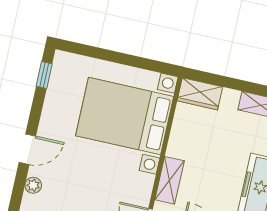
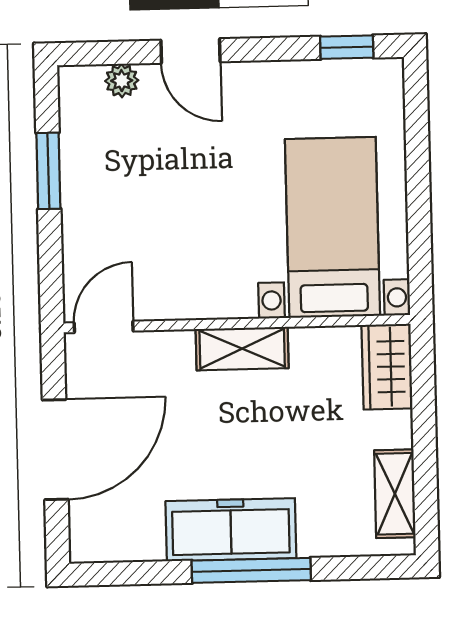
bed with nightstands: (125, 116) -> (332, 227), width x0.73
shelving: (170, 180) -> (242, 349), moved

